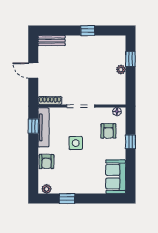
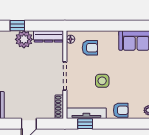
plant: (121, 70) -> (24, 39), width x1.88, depth x1.88
dresser: (120, 90) -> (49, 36), added
window: (130, 142) -> (101, 26), removed

